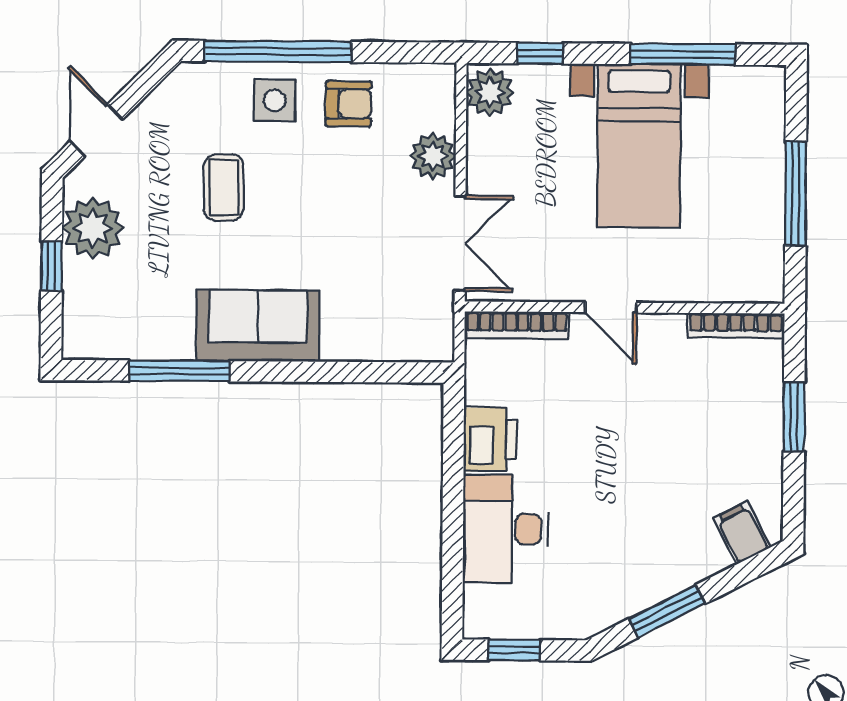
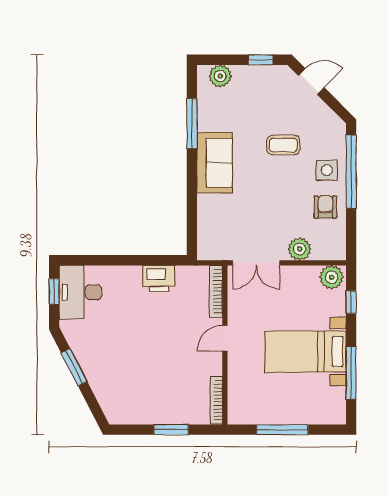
armchair: (349, 104) -> (325, 207), turned 180
plant: (93, 228) -> (220, 76), moved, width x0.73, depth x0.73
window: (52, 266) -> (261, 60), moved
desk: (505, 529) -> (80, 292), moved, turned -90
filing cabinet: (742, 533) -> (113, 404), removed

